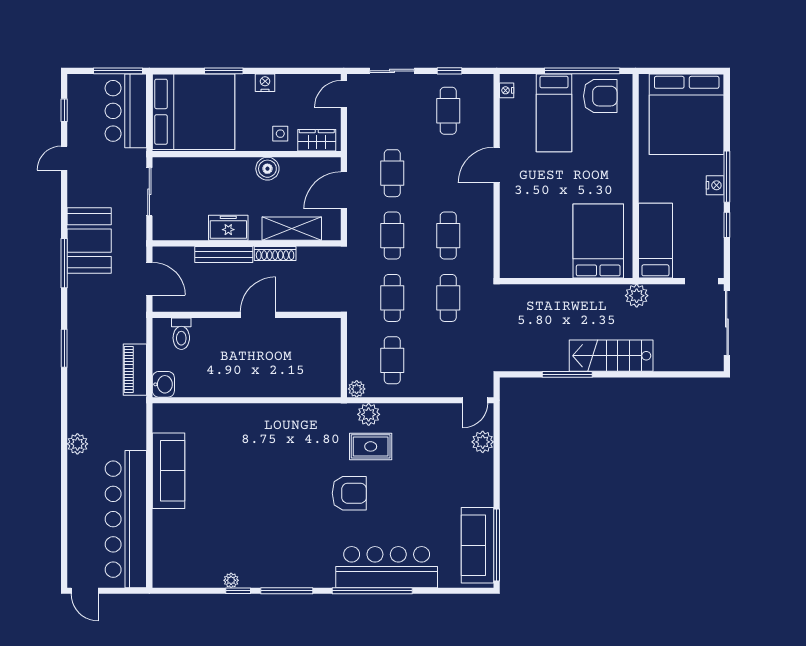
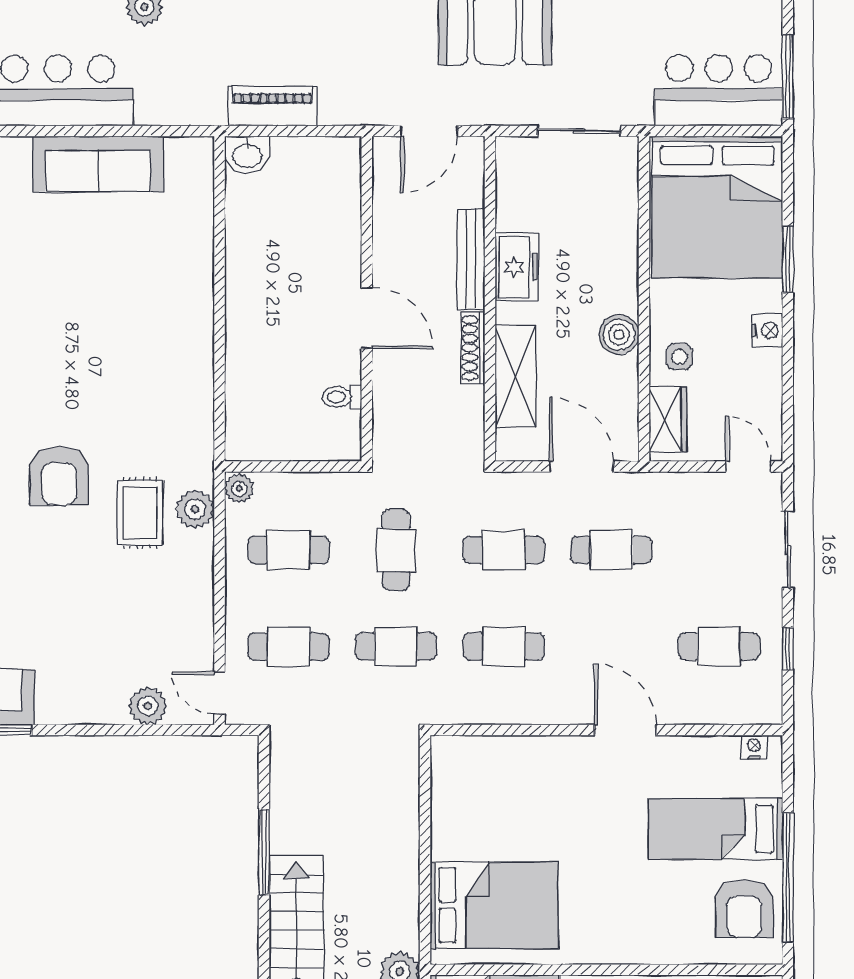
cafe table: (392, 298) -> (396, 550), turned 90
toilet: (181, 334) -> (342, 397), moved, width x0.73, depth x0.72
cafe table: (448, 360) -> (288, 646), added

